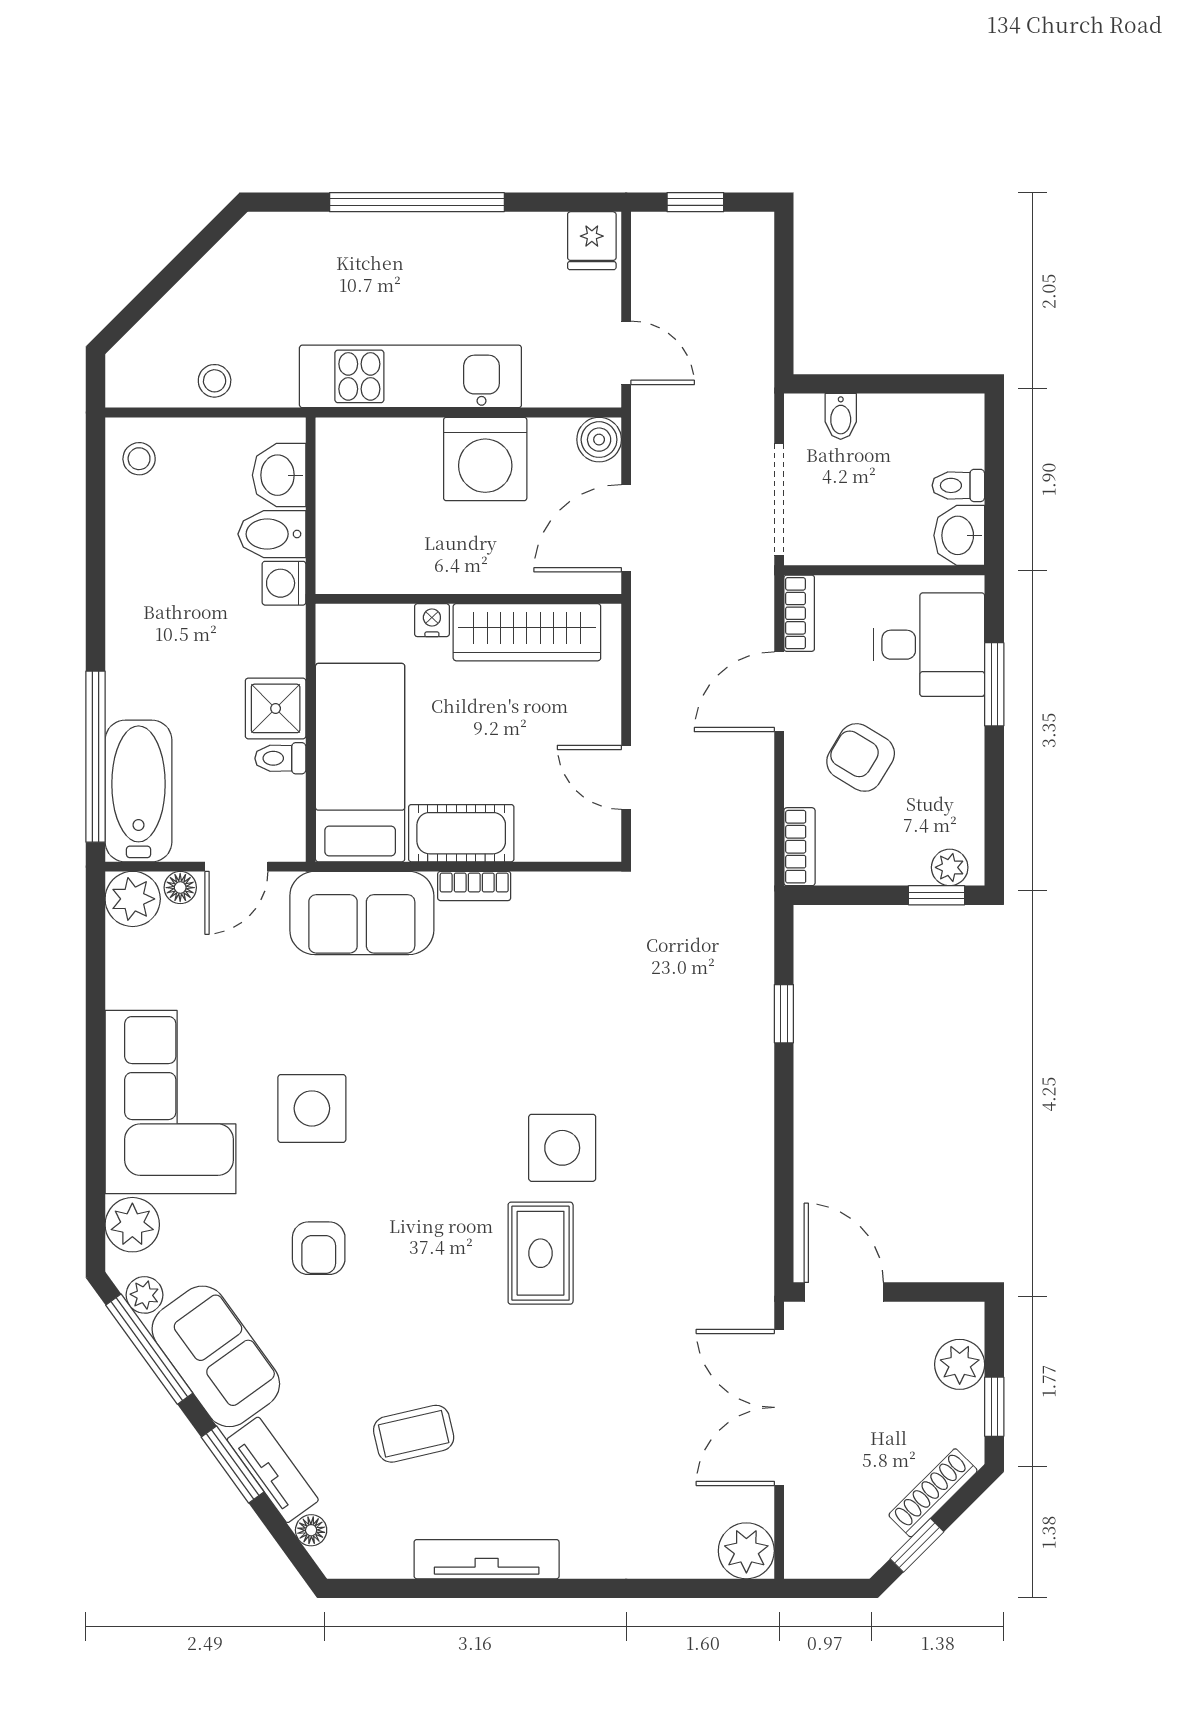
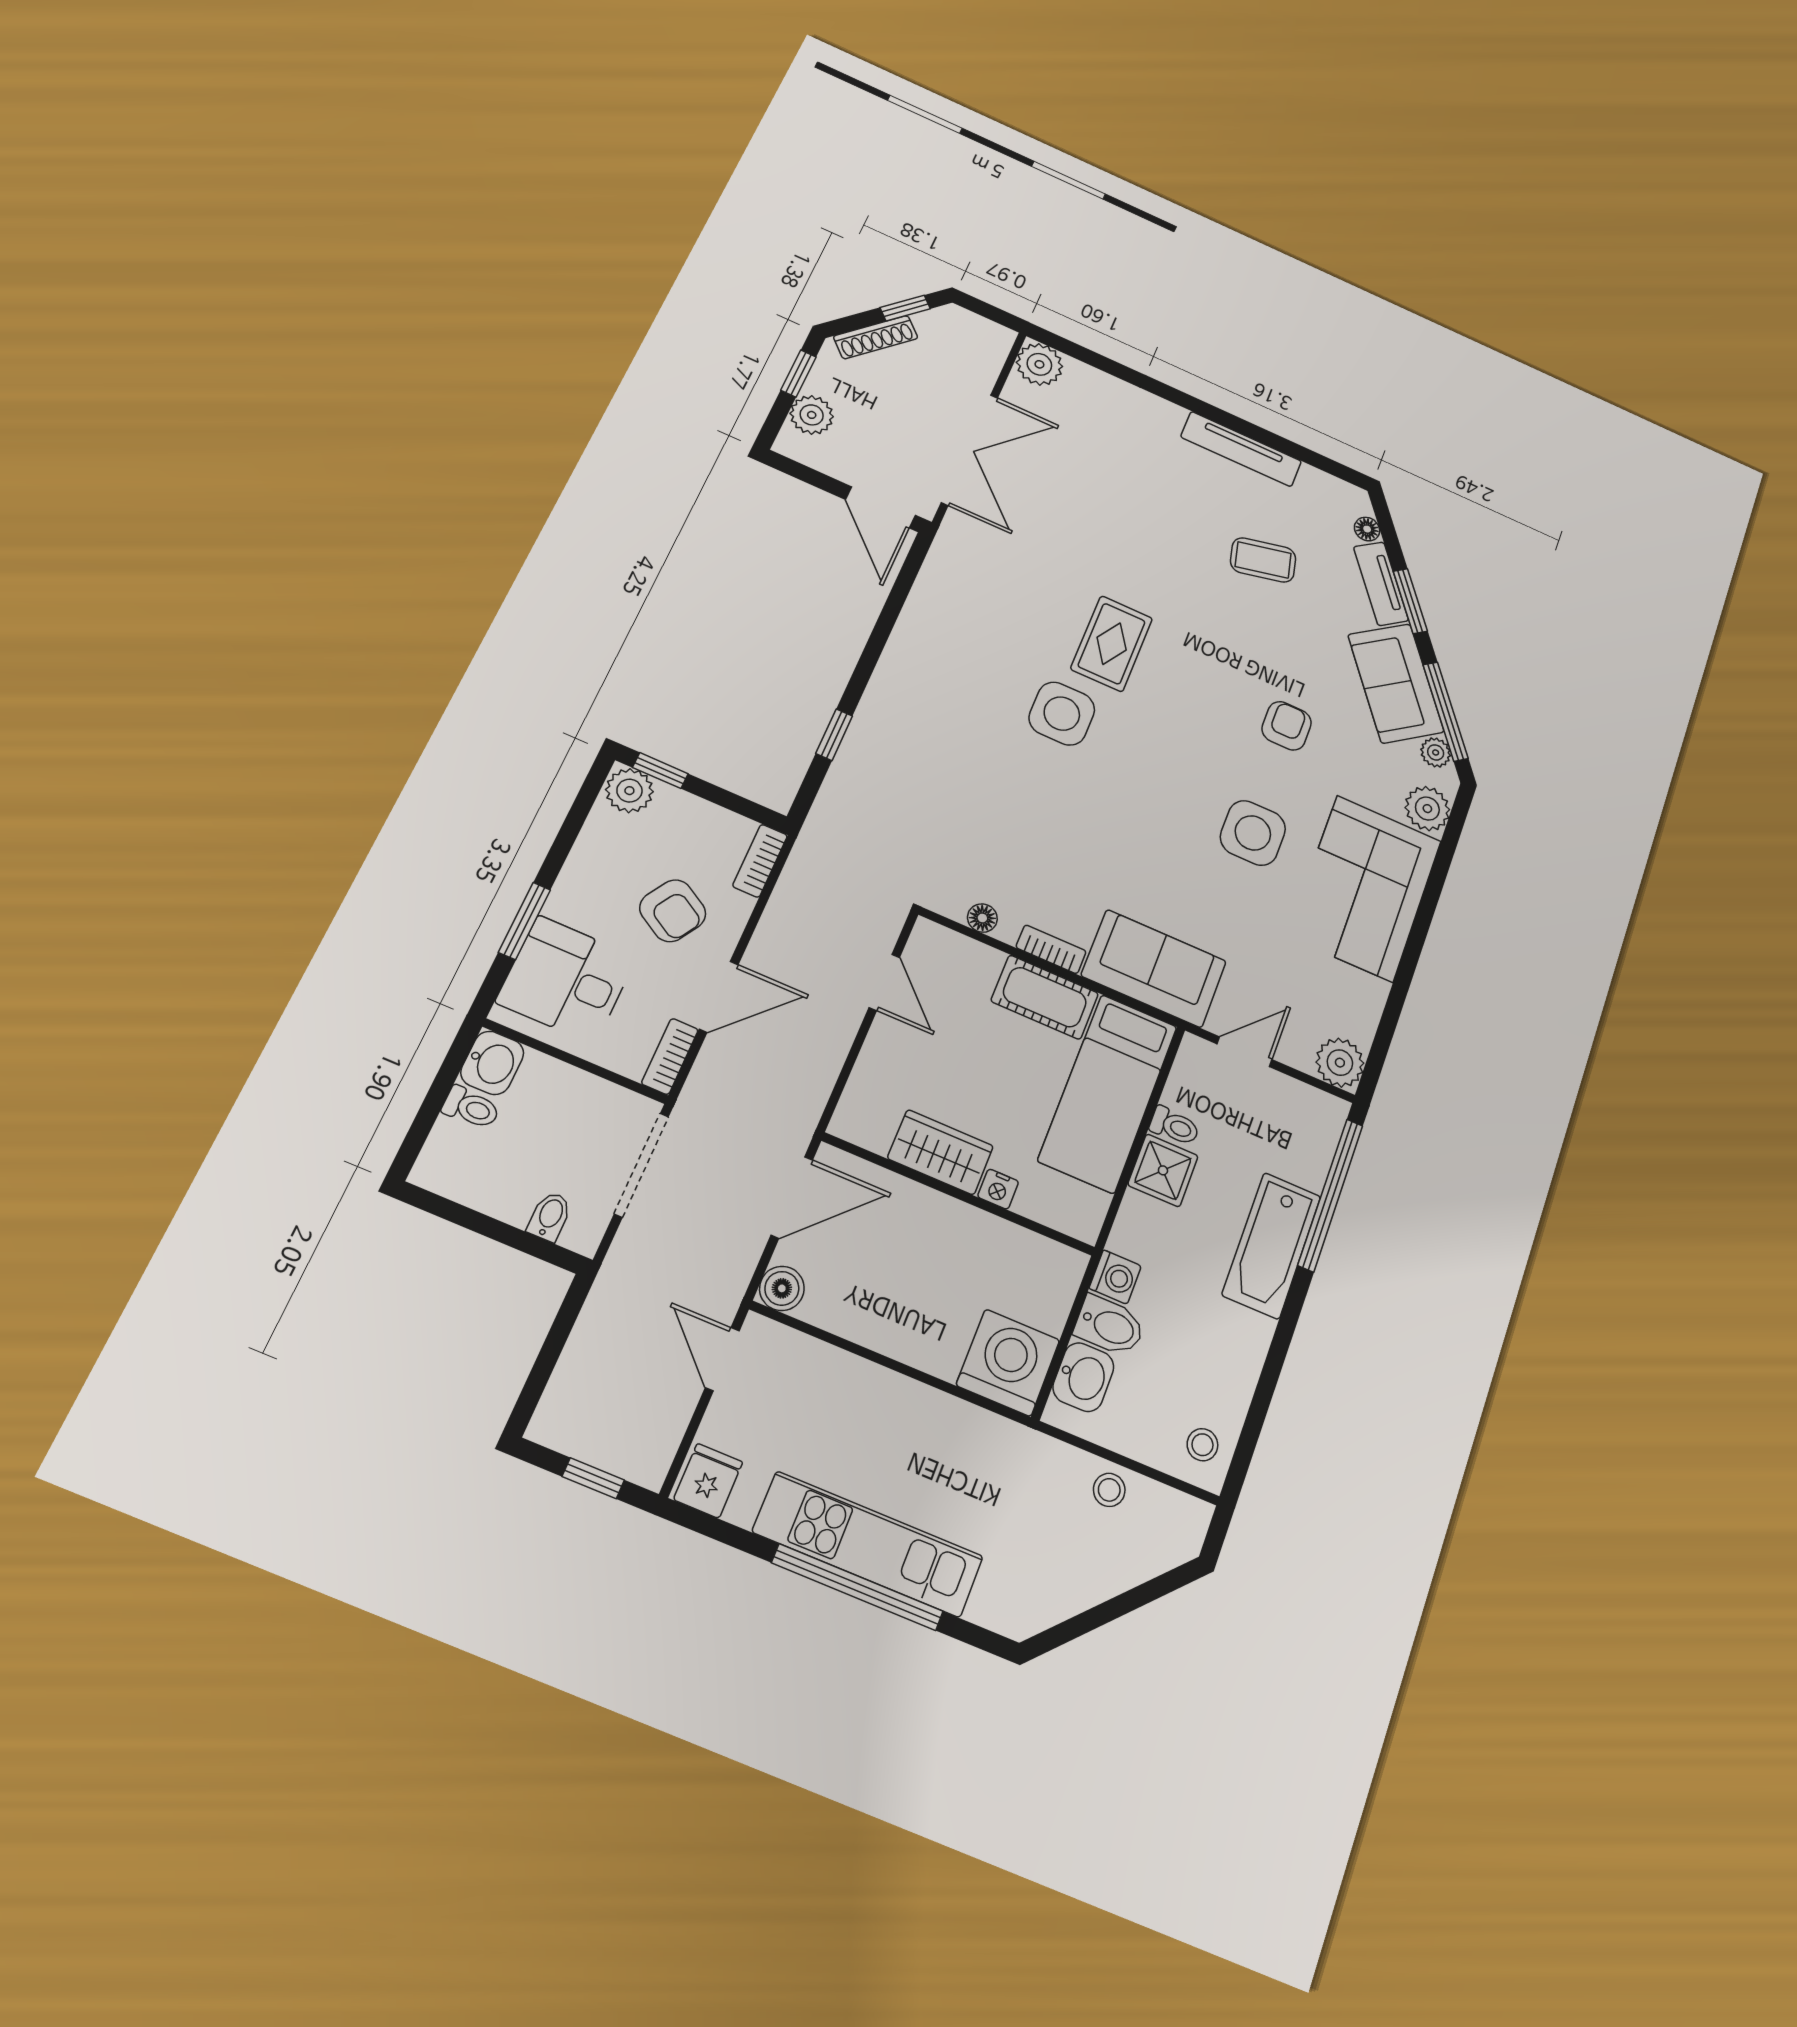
kitchen unit: (410, 376) -> (868, 1544), moved, turned 180
washing machine: (485, 459) -> (1008, 1363), moved
wardrobe: (527, 632) -> (940, 1152), width x0.67
bathtub: (138, 791) -> (1272, 1246), moved
plant: (950, 867) -> (629, 791), width x1.38, depth x1.38
floor lamp: (180, 888) -> (982, 918), moved

